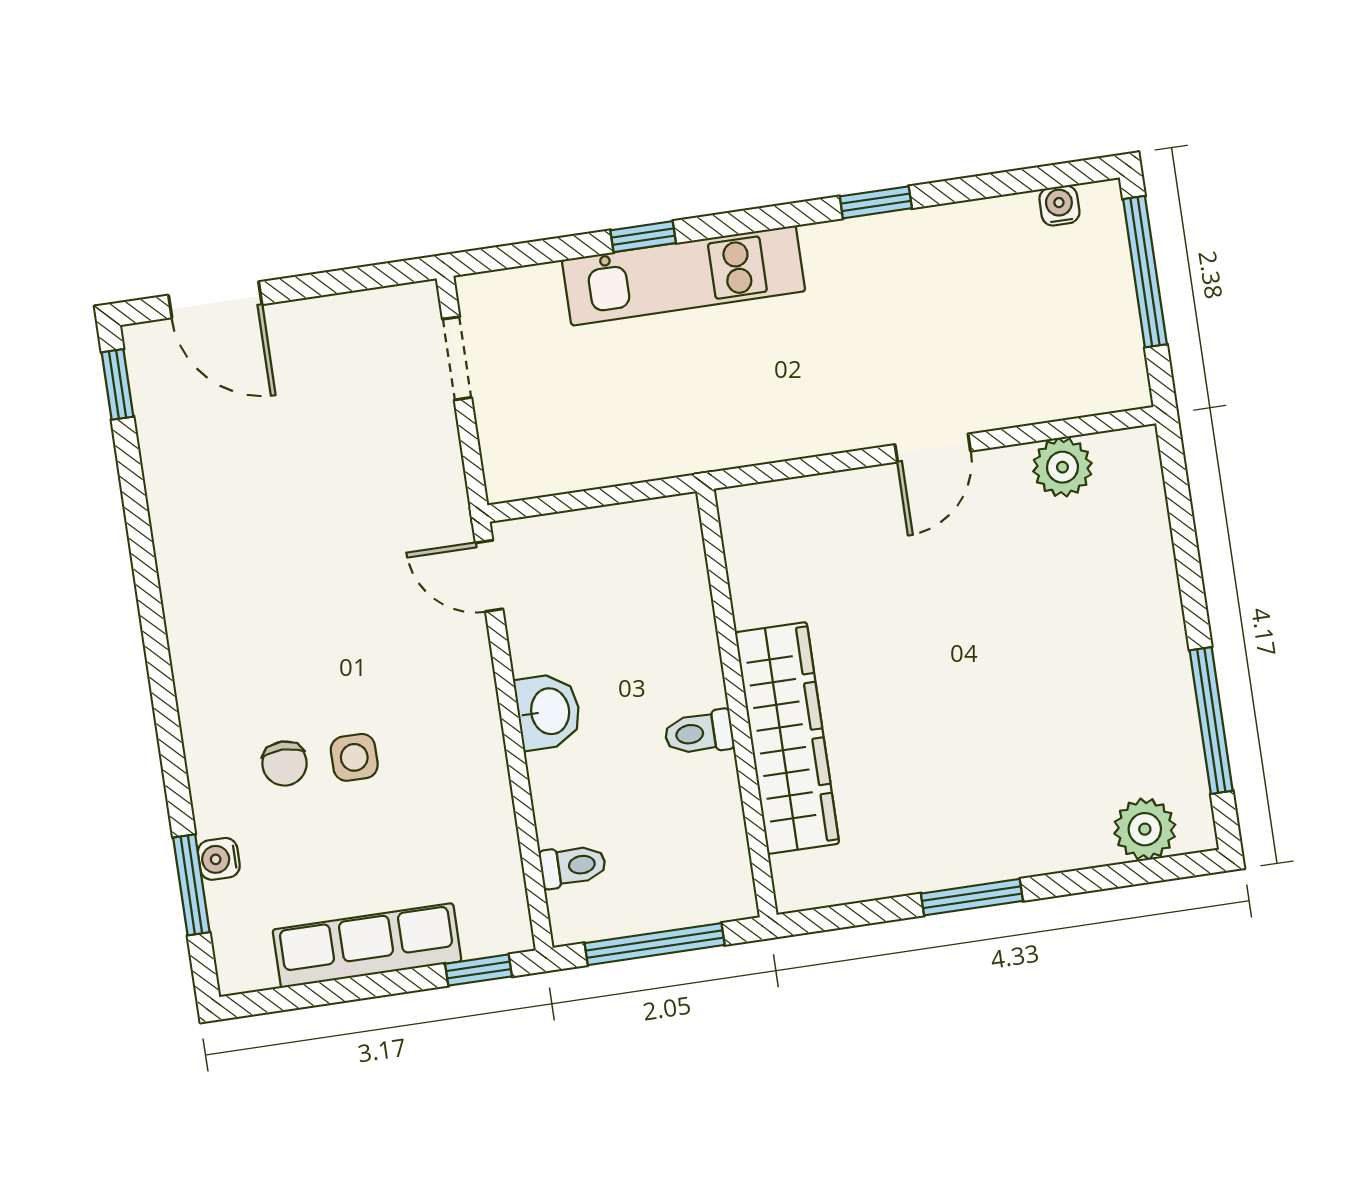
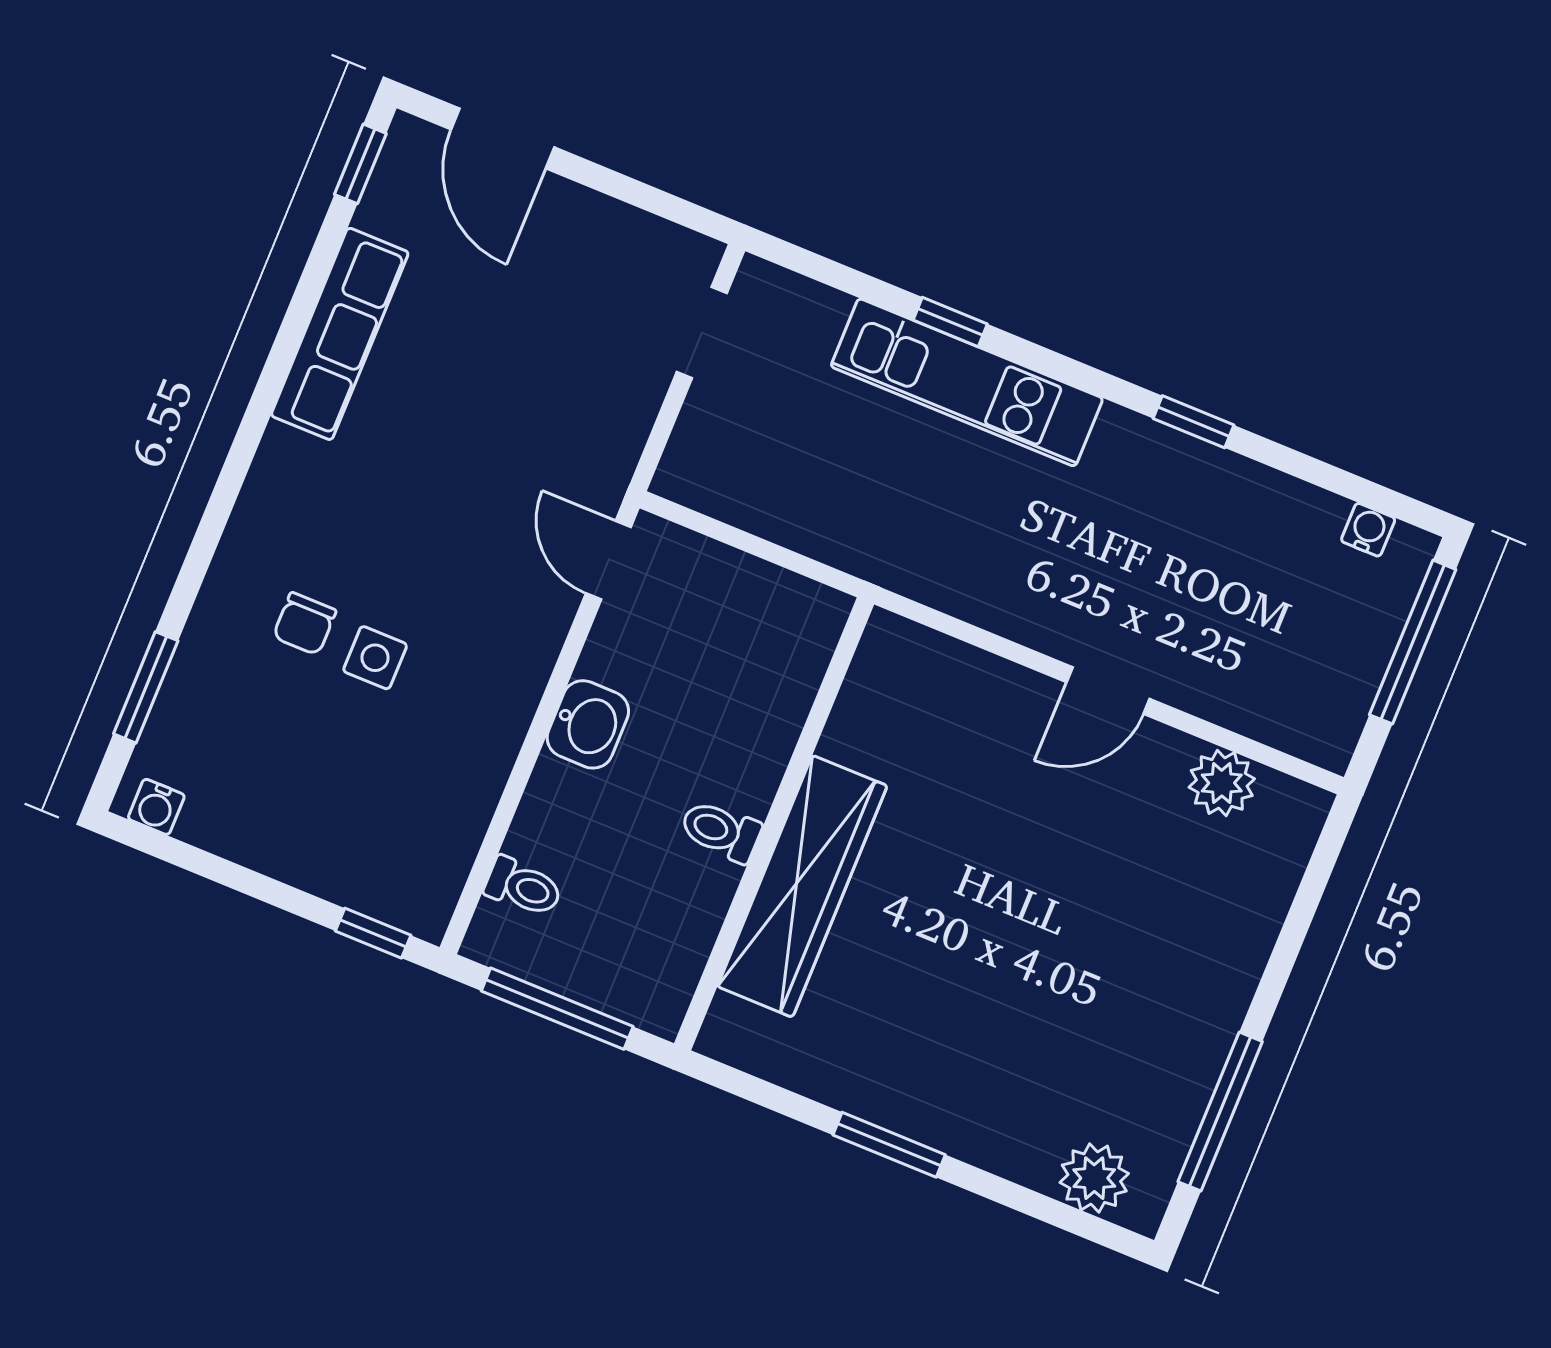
water cooler: (219, 859) -> (156, 807), moved, turned -90
row of seats: (367, 945) -> (340, 334), moved, turned 90

